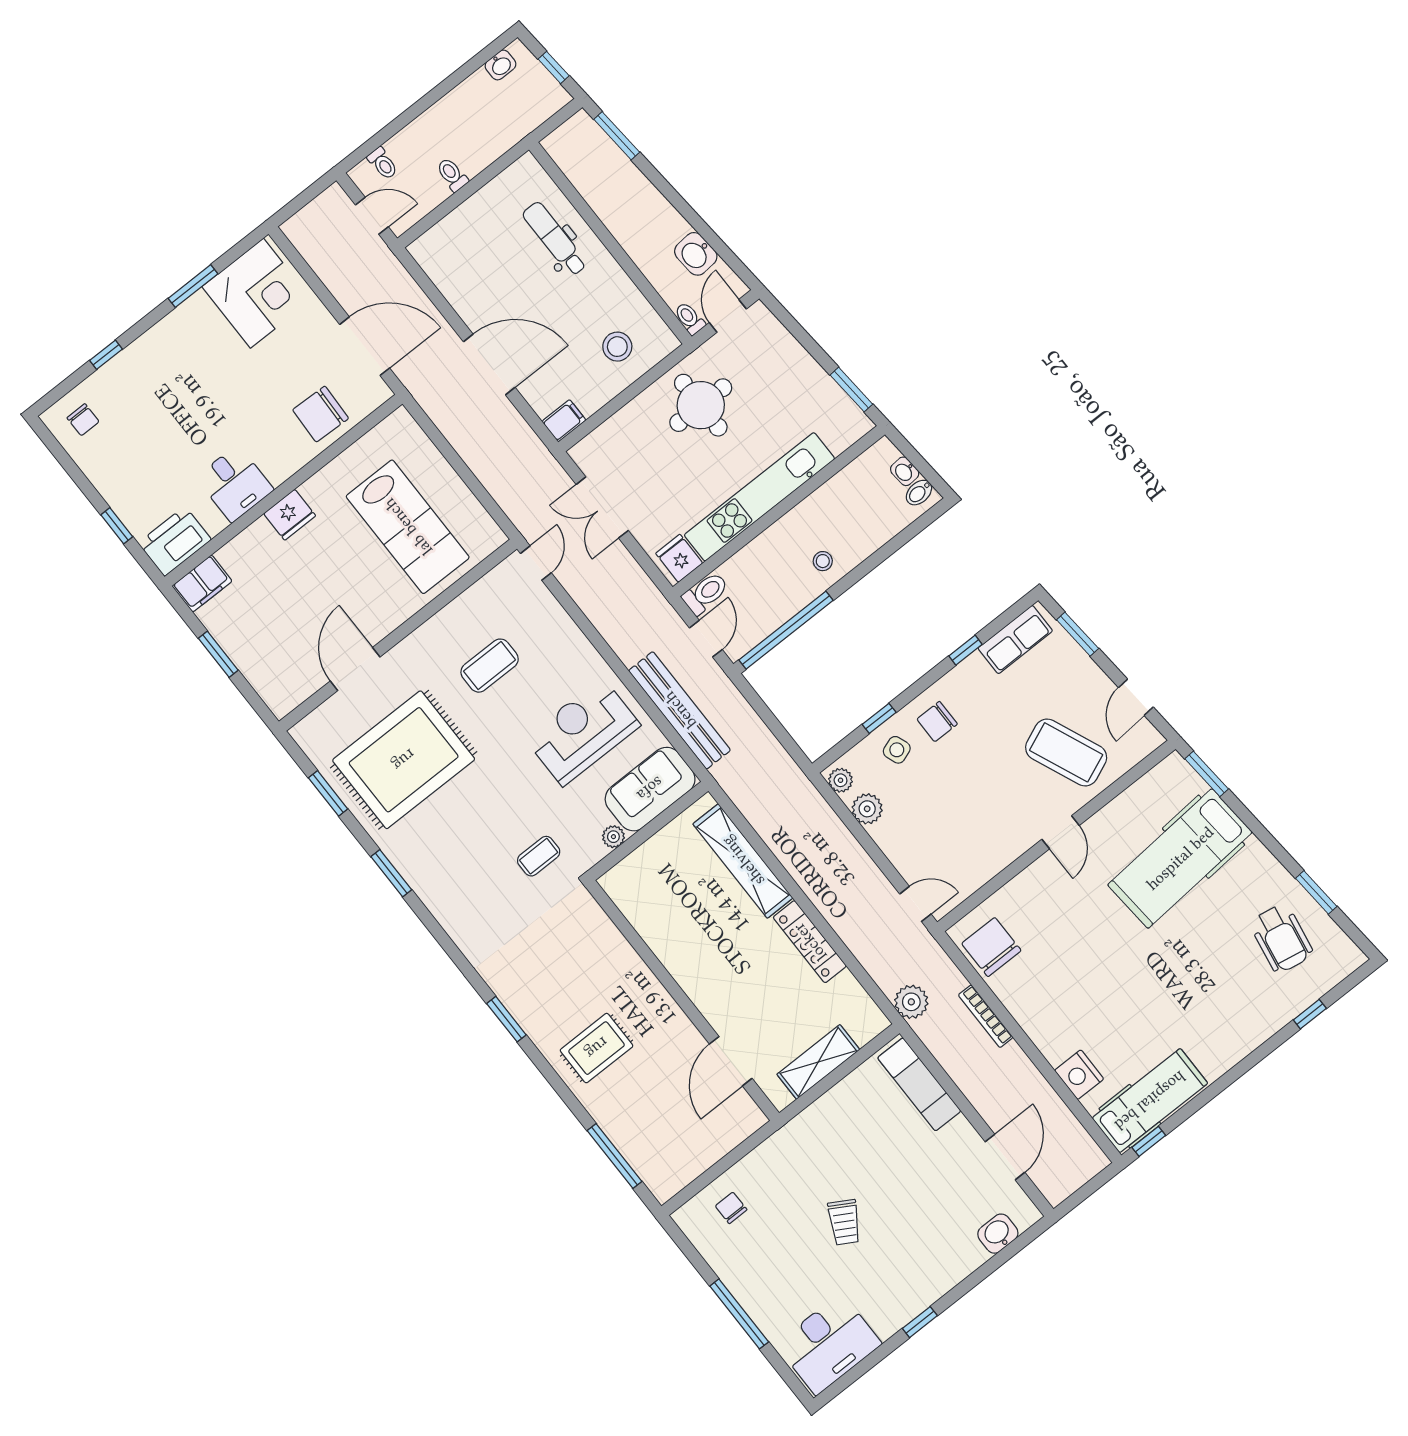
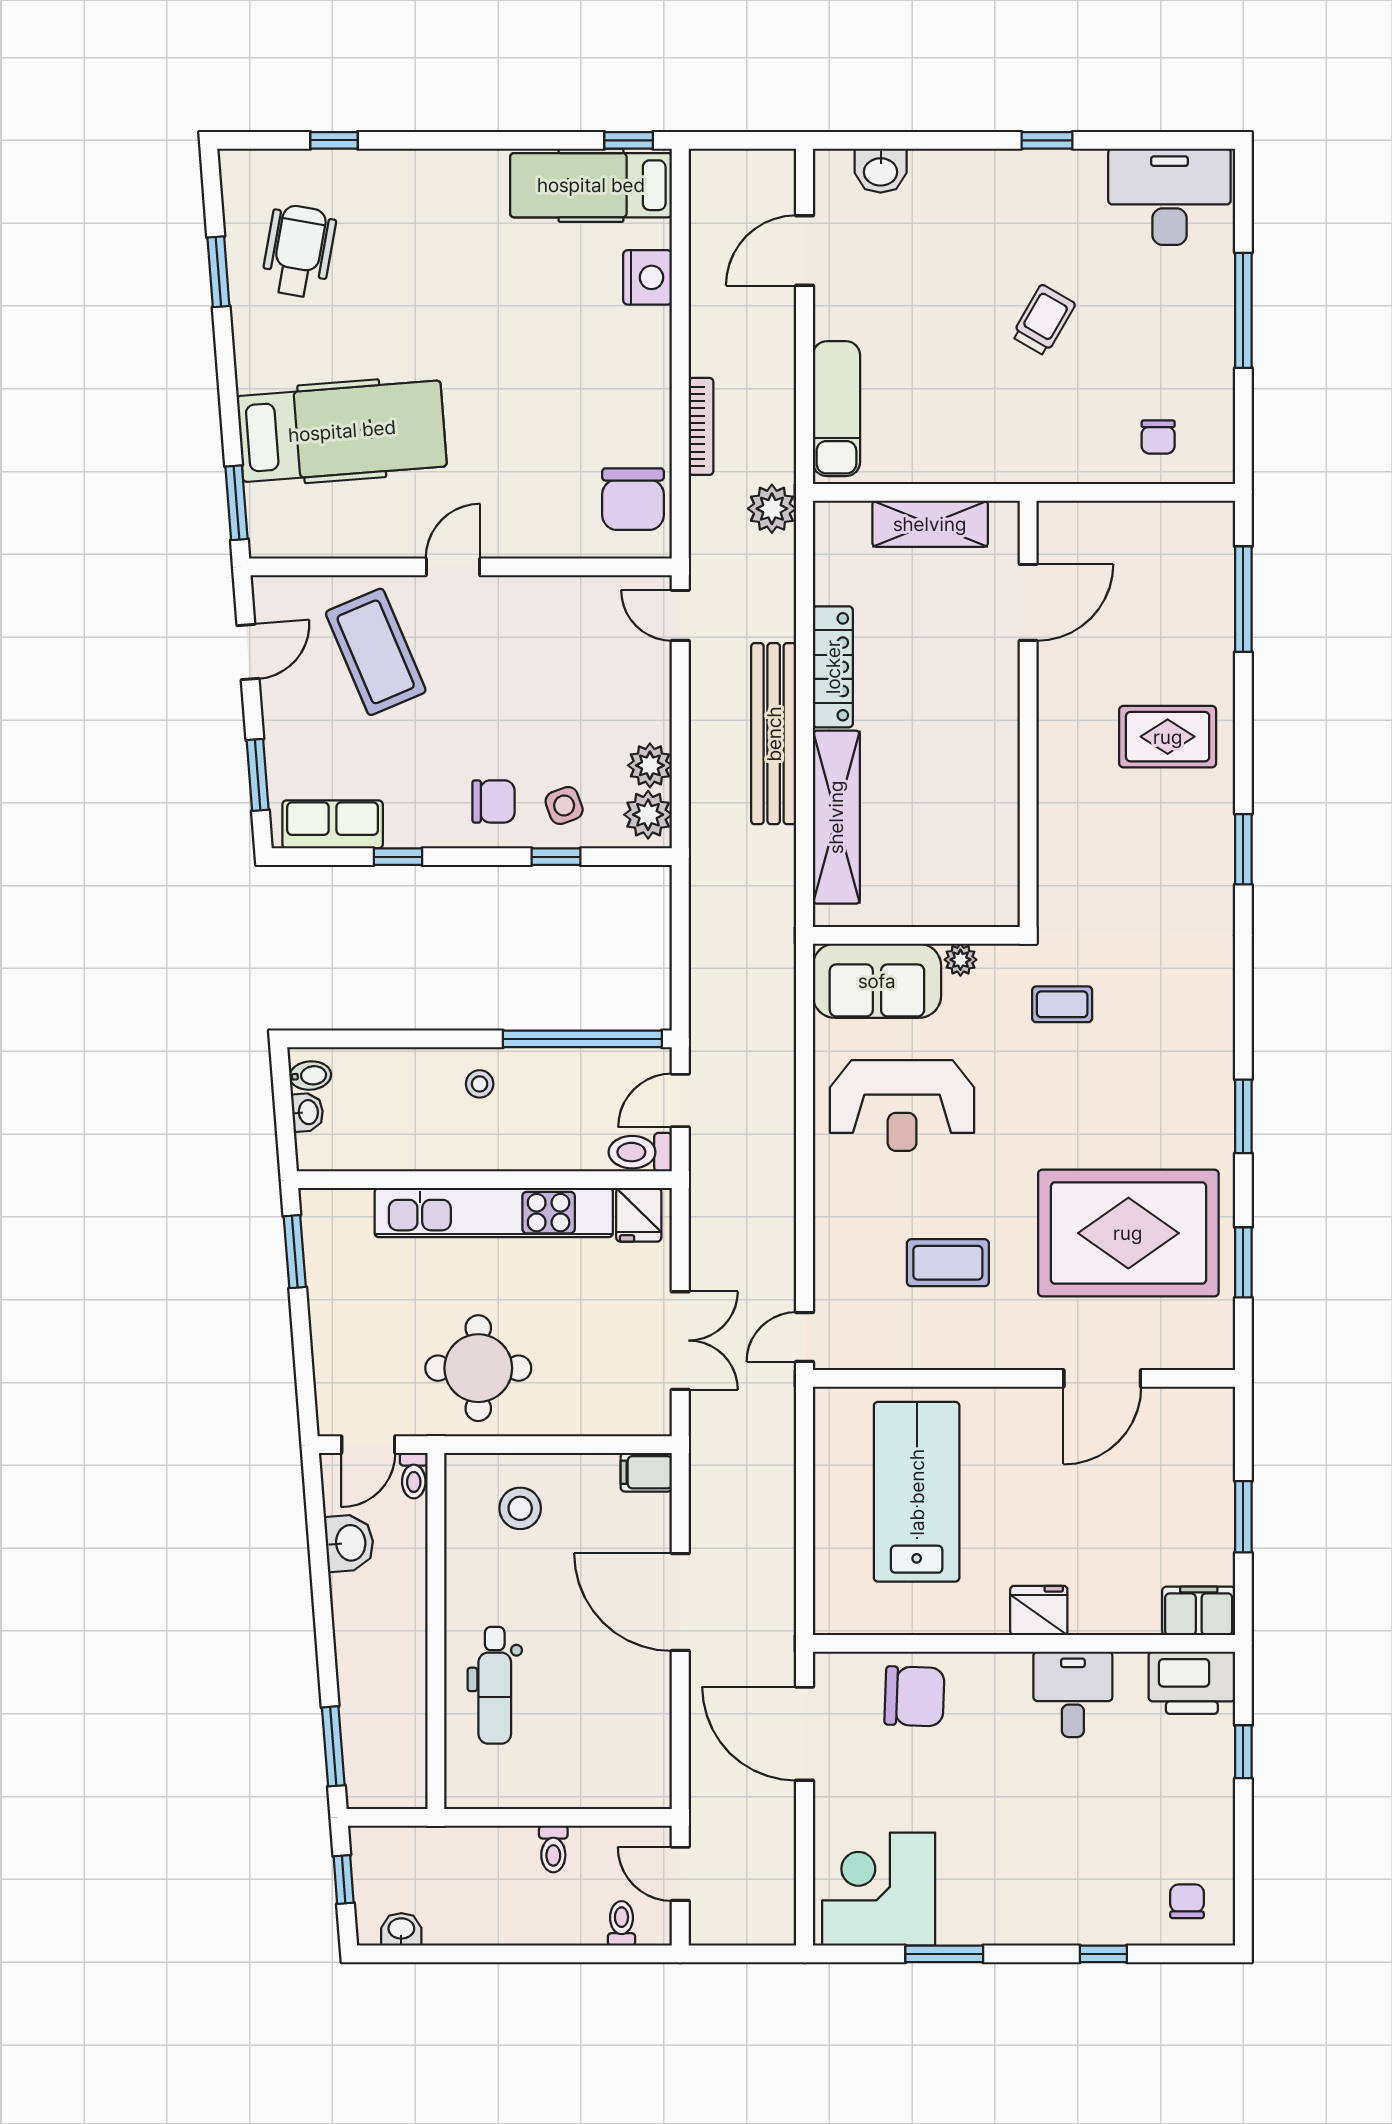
bench: (680, 710) -> (774, 734), moved
plant: (841, 780) -> (648, 815), width x1.38, depth x1.38

